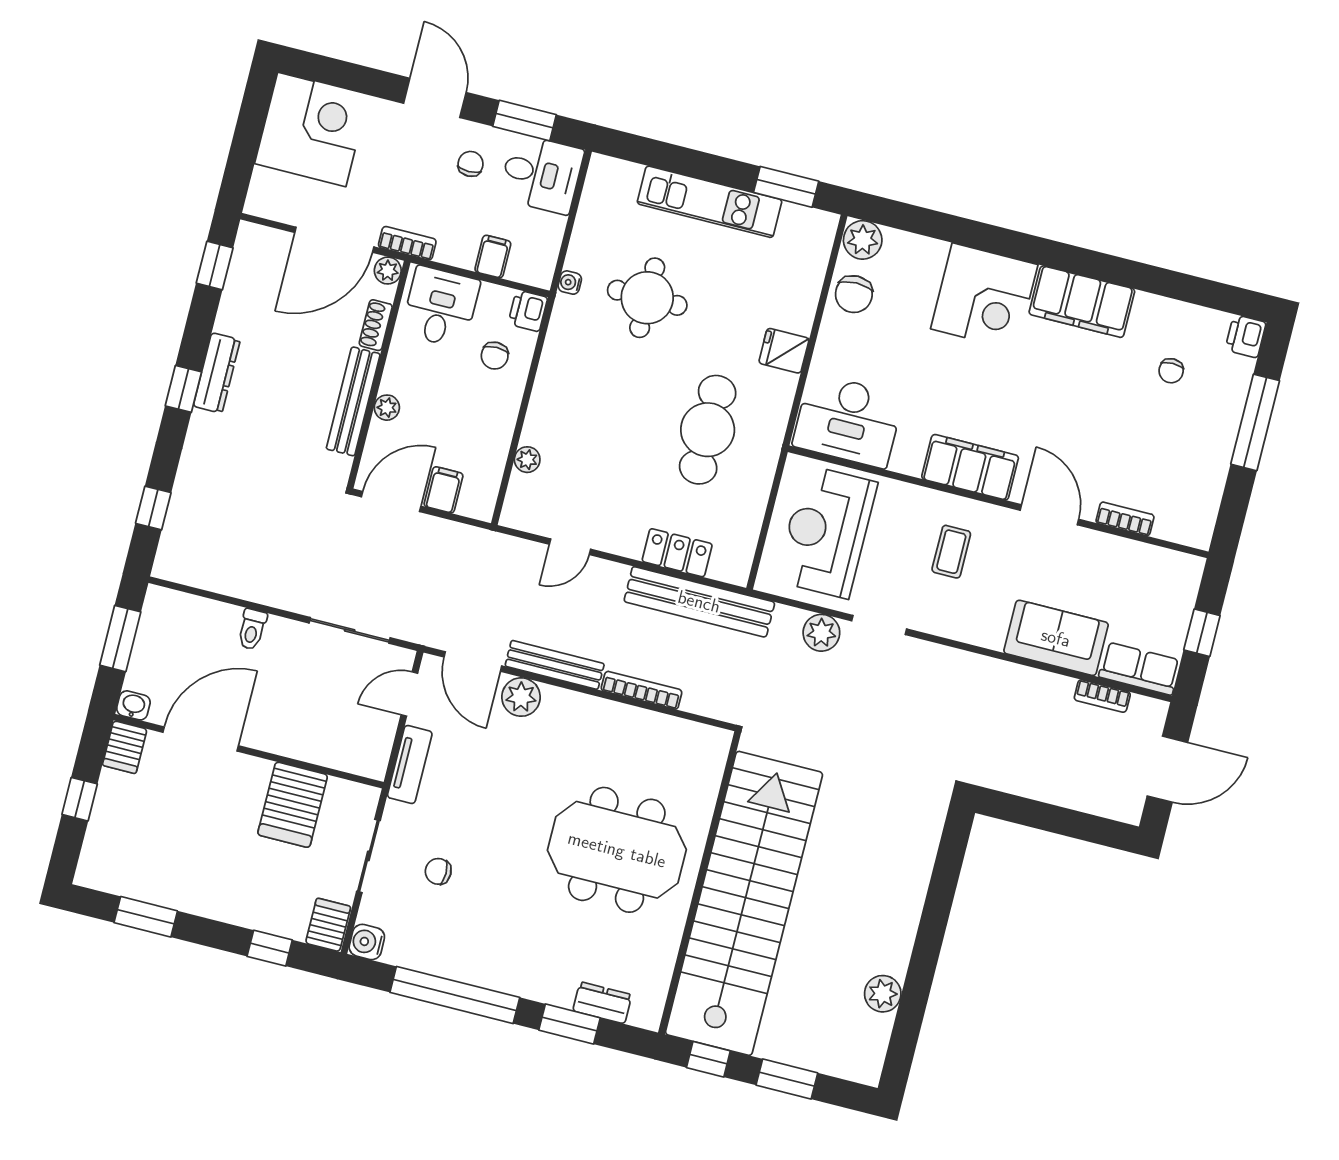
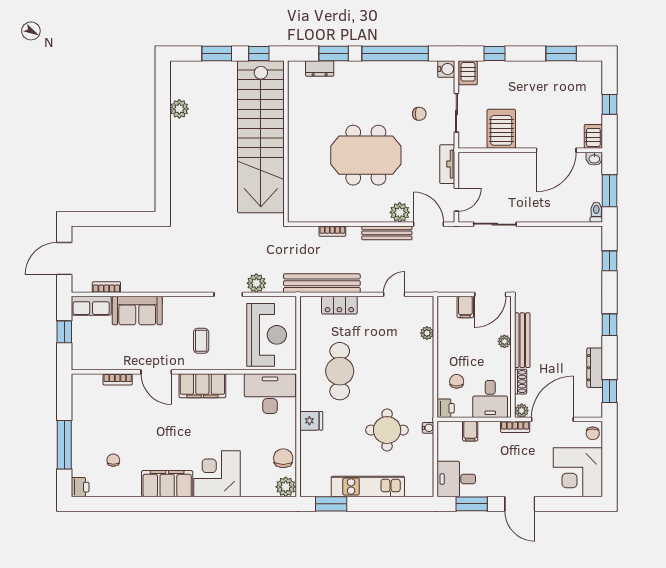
chair: (471, 164) -> (593, 433), moved
dresser: (217, 373) -> (595, 368), moved
toilet: (252, 629) -> (596, 212), moved
bookcase: (642, 690) -> (332, 231), width x0.64
meeting table: (617, 850) -> (366, 155), moved

